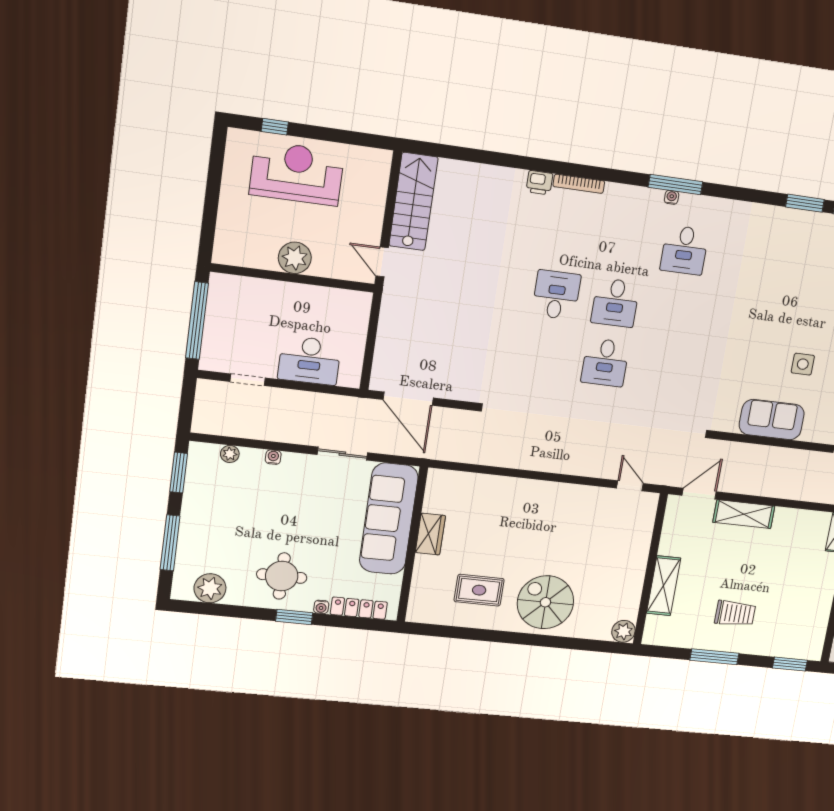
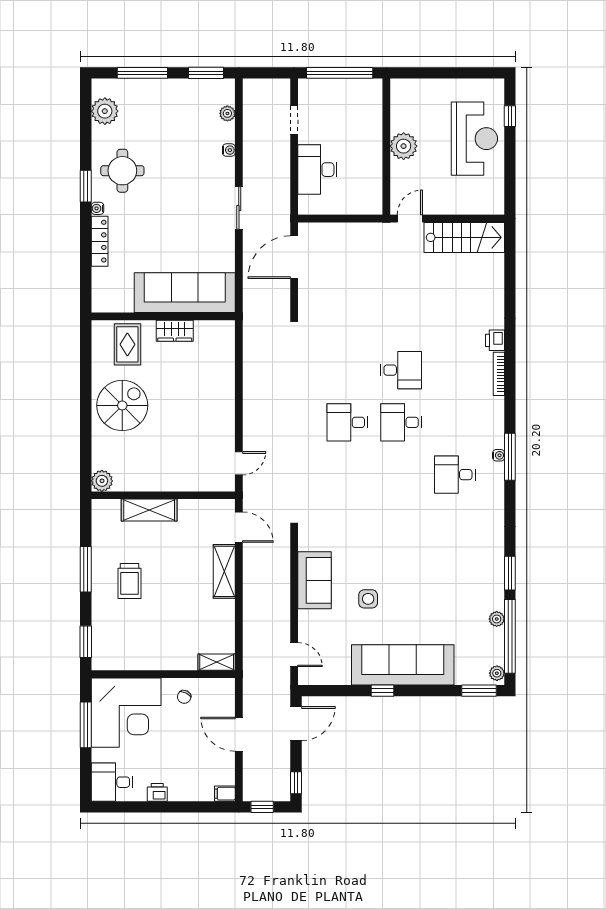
sofa: (389, 519) -> (185, 293), moved
wardrobe: (430, 534) -> (175, 331), moved
wall: (412, 545) -> (163, 316), moved

